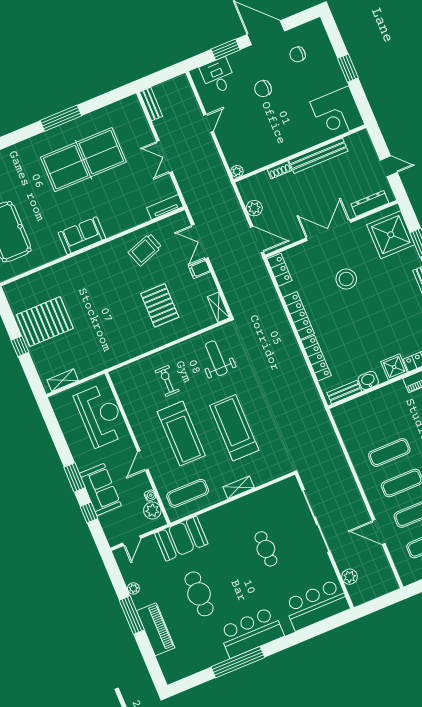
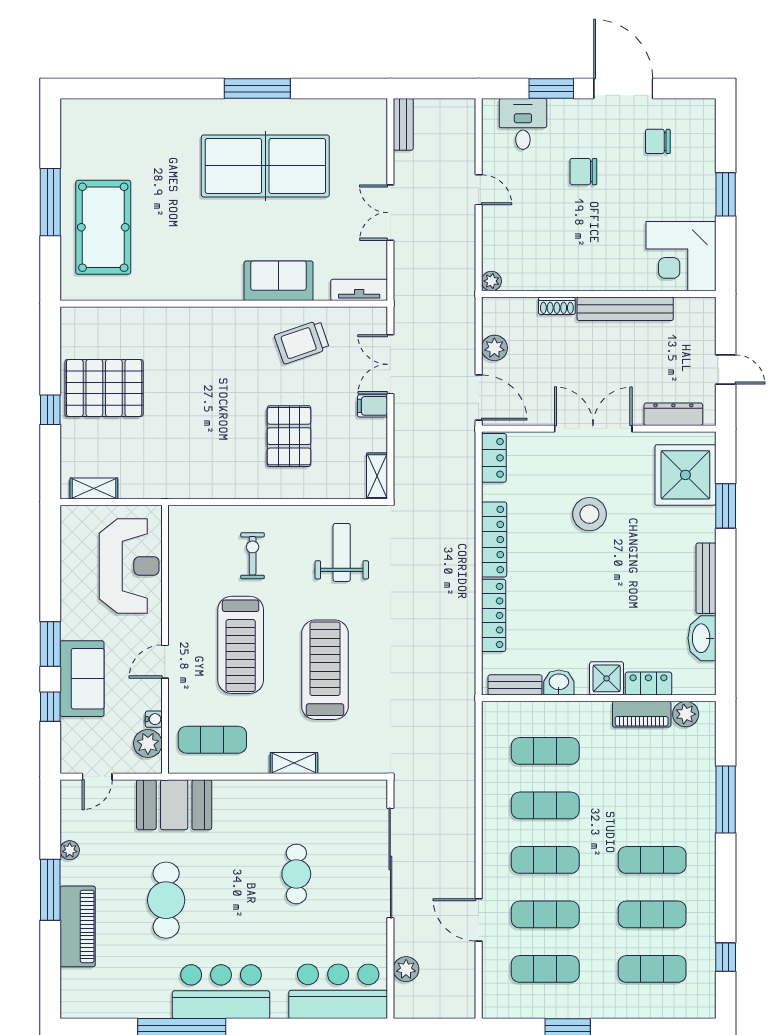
door: (208, 123) -> (479, 190), hinge flipped
sofa: (82, 236) -> (279, 281), moved
exercise mat: (377, 422) -> (545, 751), added

